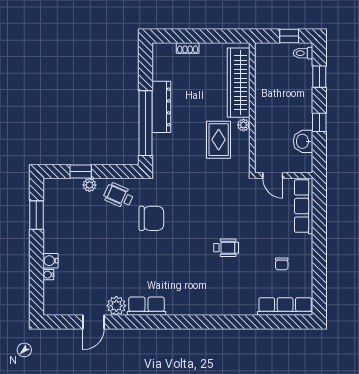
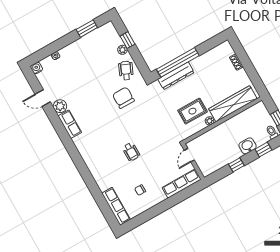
dresser: (161, 107) -> (176, 76), moved
washbasin: (303, 141) -> (248, 146), moved
chair: (151, 218) -> (123, 98), turned 180
water cooler: (50, 261) -> (37, 68), moved

